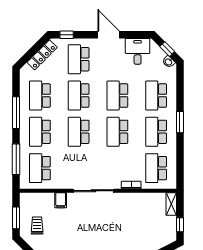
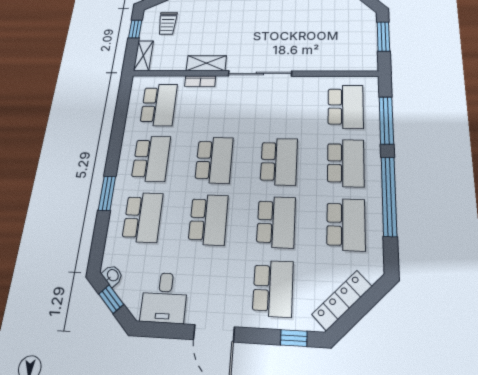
window: (16, 113) -> (389, 196), width x1.46
window: (180, 122) -> (107, 193), moved
shelving: (129, 198) -> (206, 63), added
filing cabinet: (61, 200) -> (312, 60), removed
trolley: (37, 225) -> (167, 23), moved

